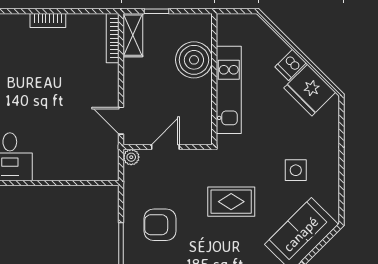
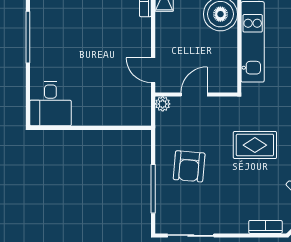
armchair: (160, 225) -> (189, 166), turned -85

